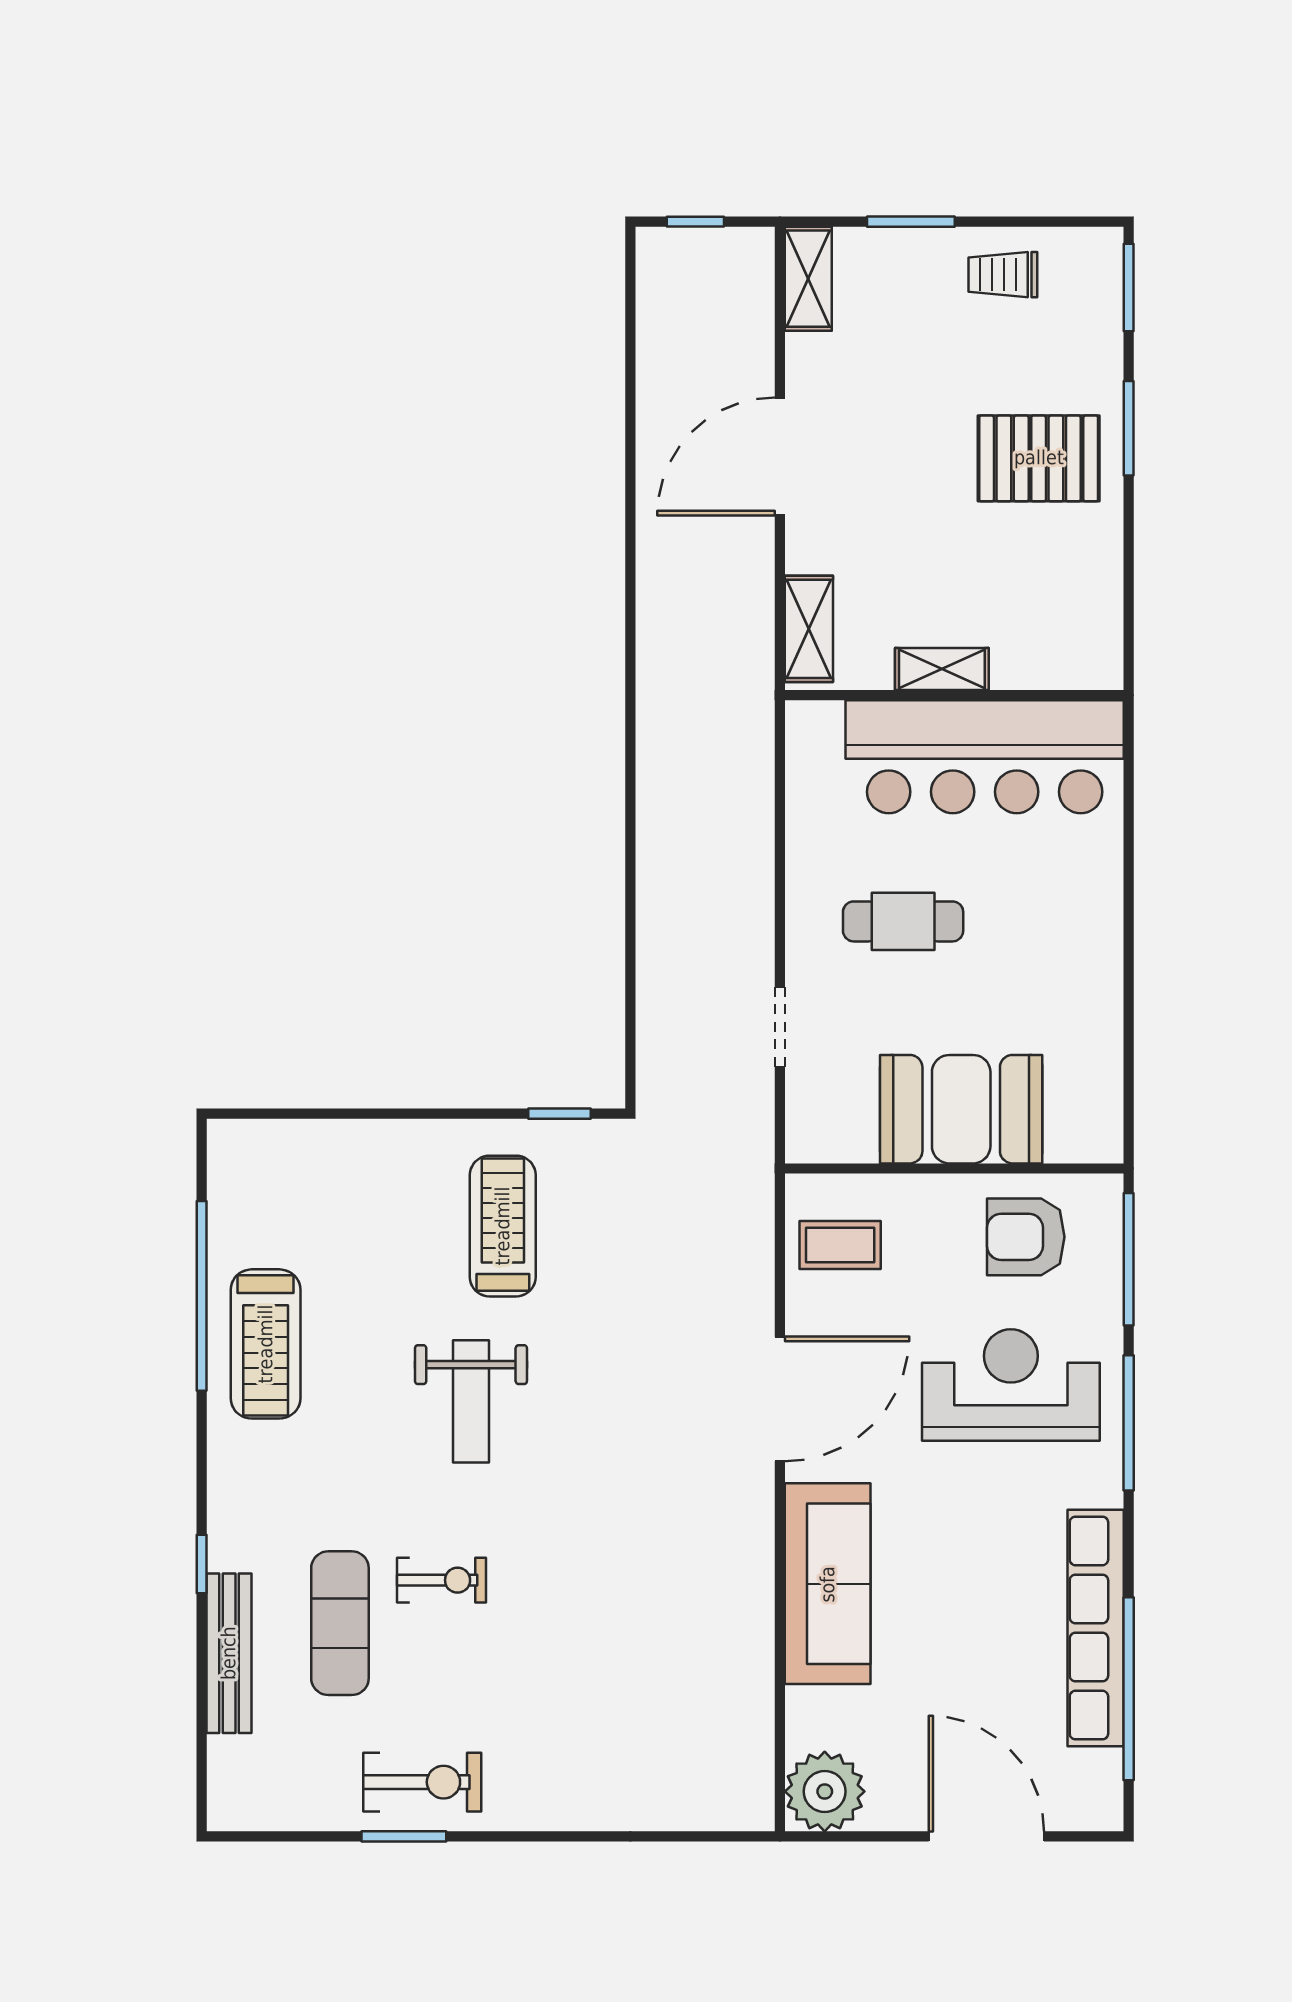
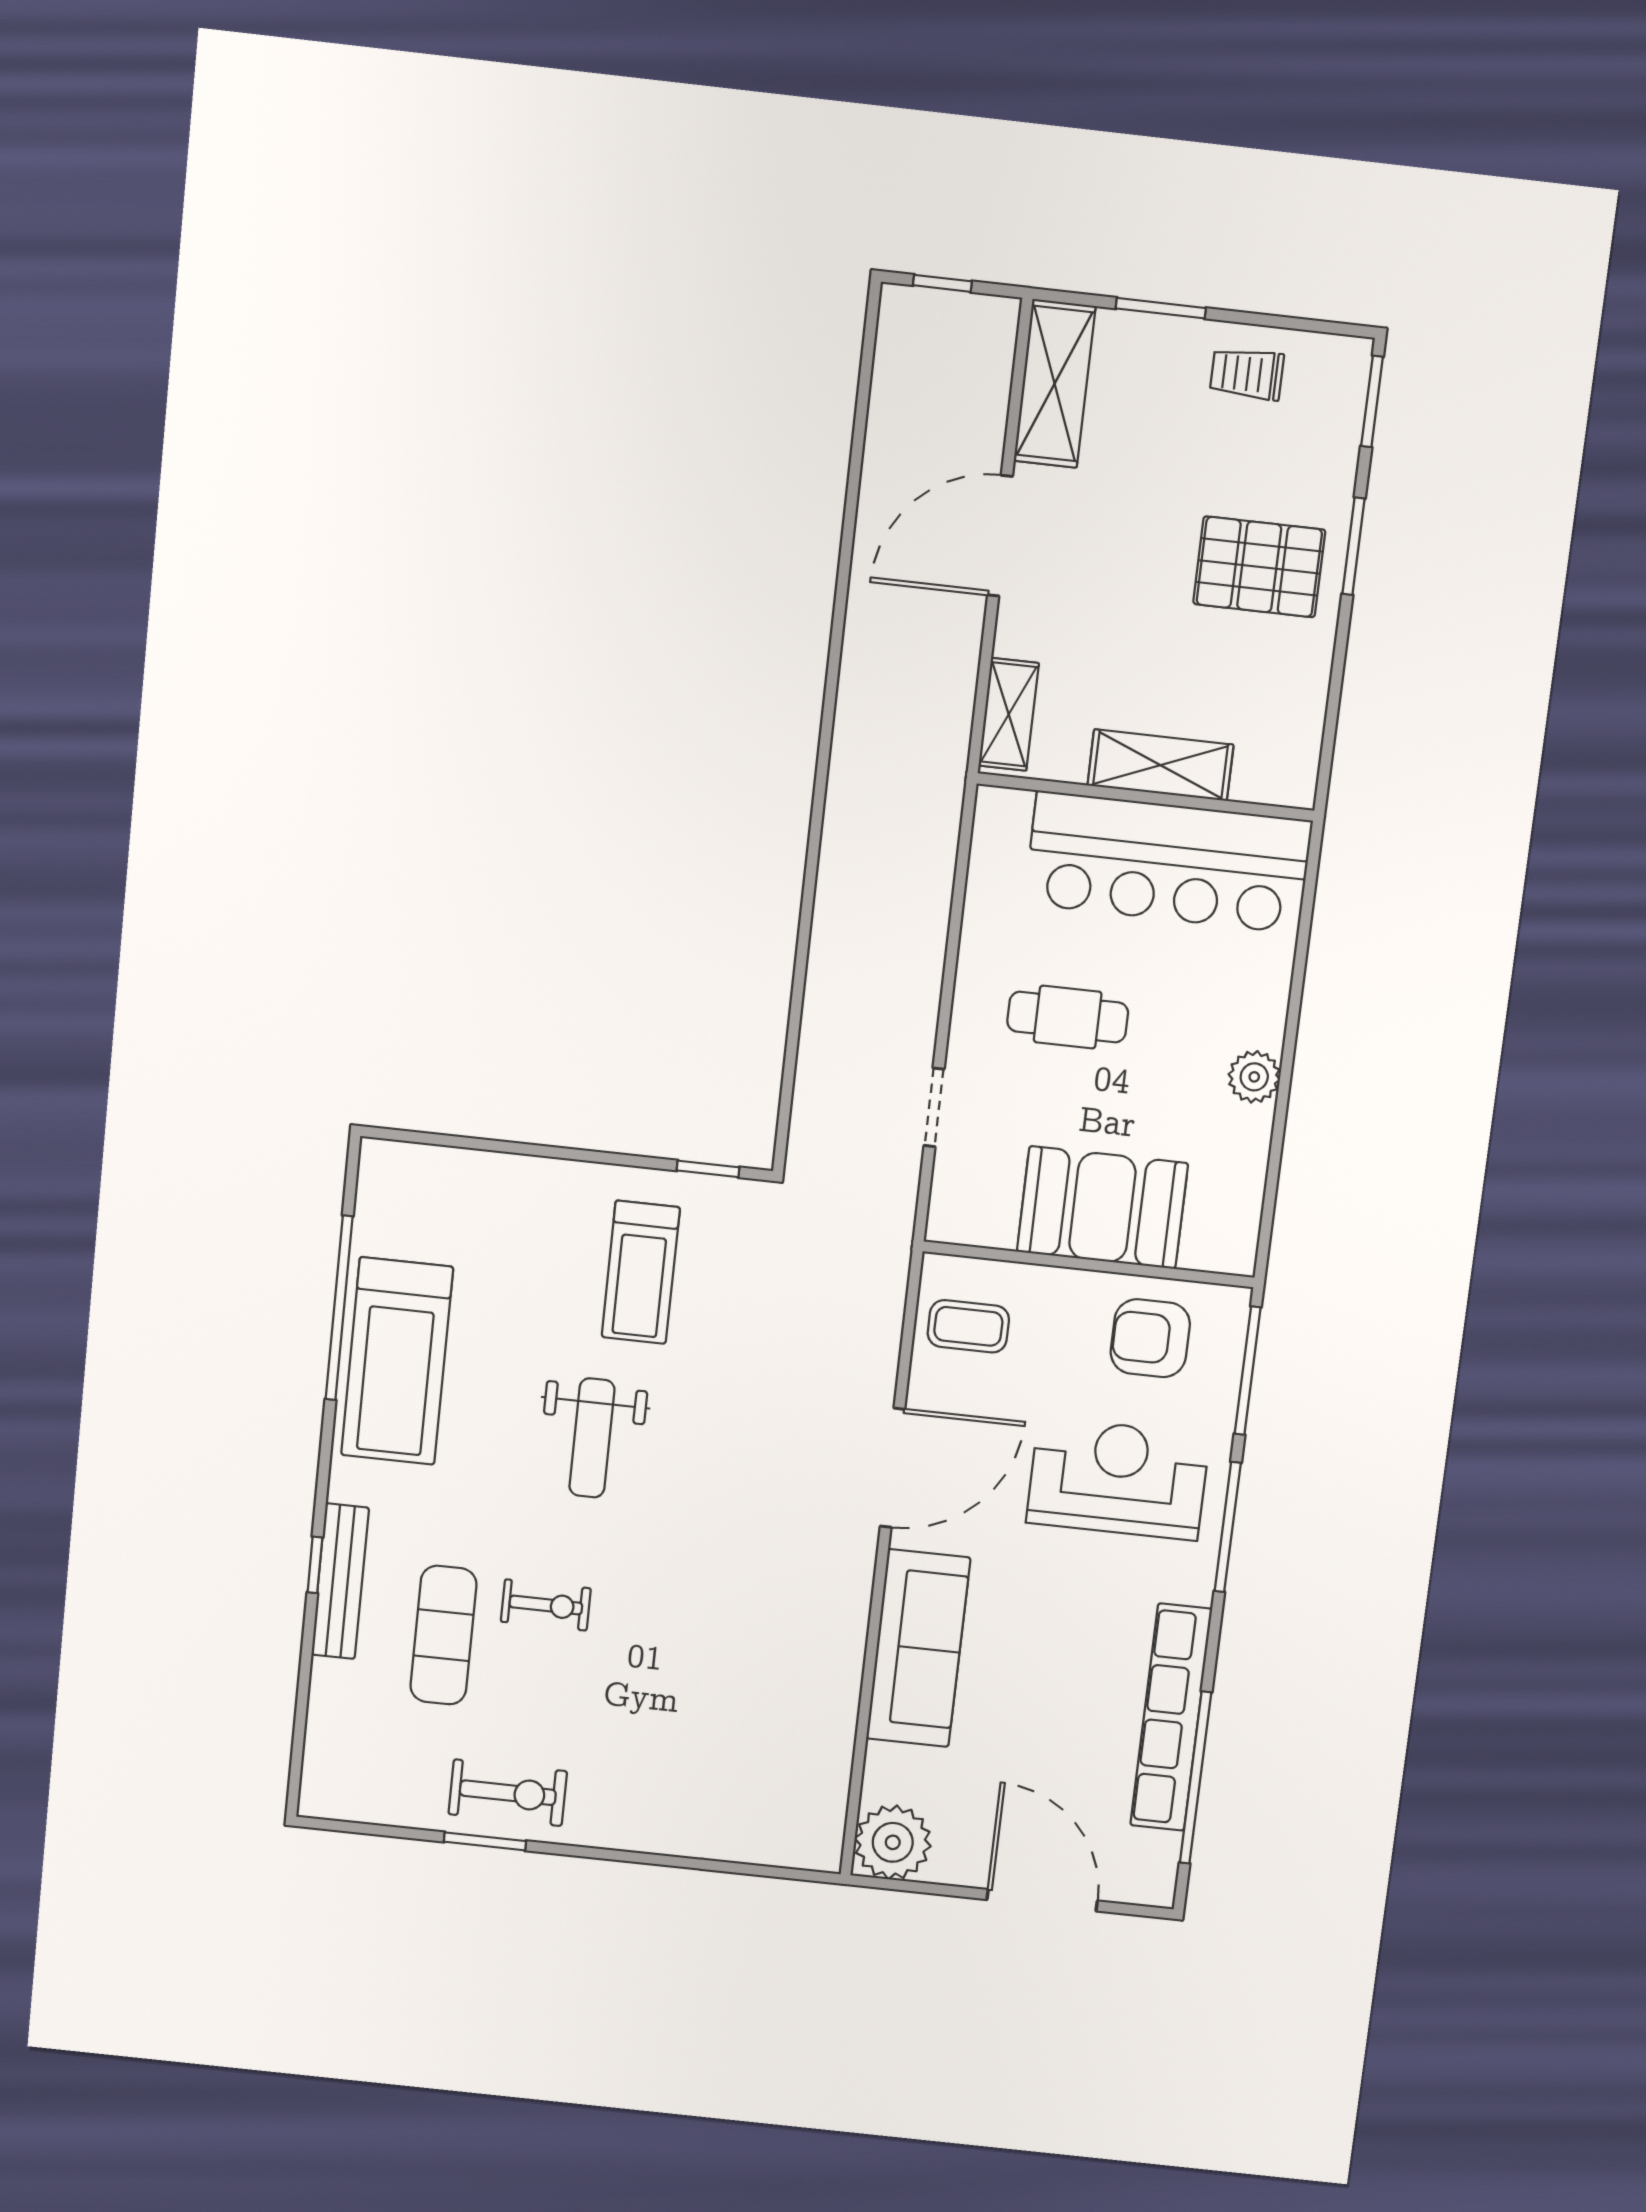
shelving: (808, 279) -> (1055, 384), width x1.50, depth x1.33
shelving: (942, 669) -> (1160, 765), width x1.50, depth x1.33
plant: (1097, 961) -> (1254, 1077), added
treadmill: (503, 1226) -> (641, 1272), turned 180
treadmill: (266, 1344) -> (397, 1361), width x1.37, depth x1.38
bench: (229, 1653) -> (340, 1581), moved

